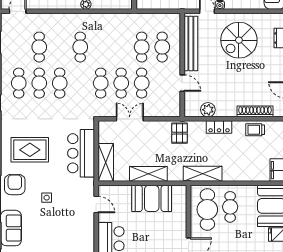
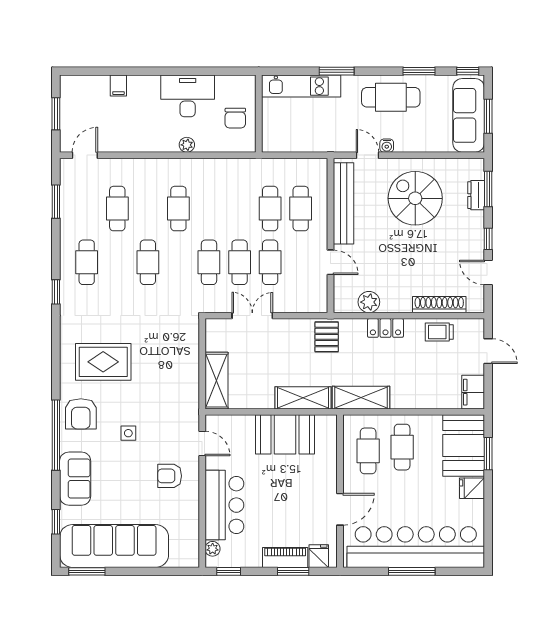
spiral stairs: (239, 40) -> (415, 198), turned 90
cafe table: (39, 83) -> (117, 262), removed
bar counter: (81, 153) -> (180, 367), removed
shelving: (148, 174) -> (303, 398), moved
armchair: (15, 185) -> (81, 414), turned 180
cafe table: (207, 209) -> (368, 451), width x0.73, depth x0.74
armchair: (74, 226) -> (170, 476), added

